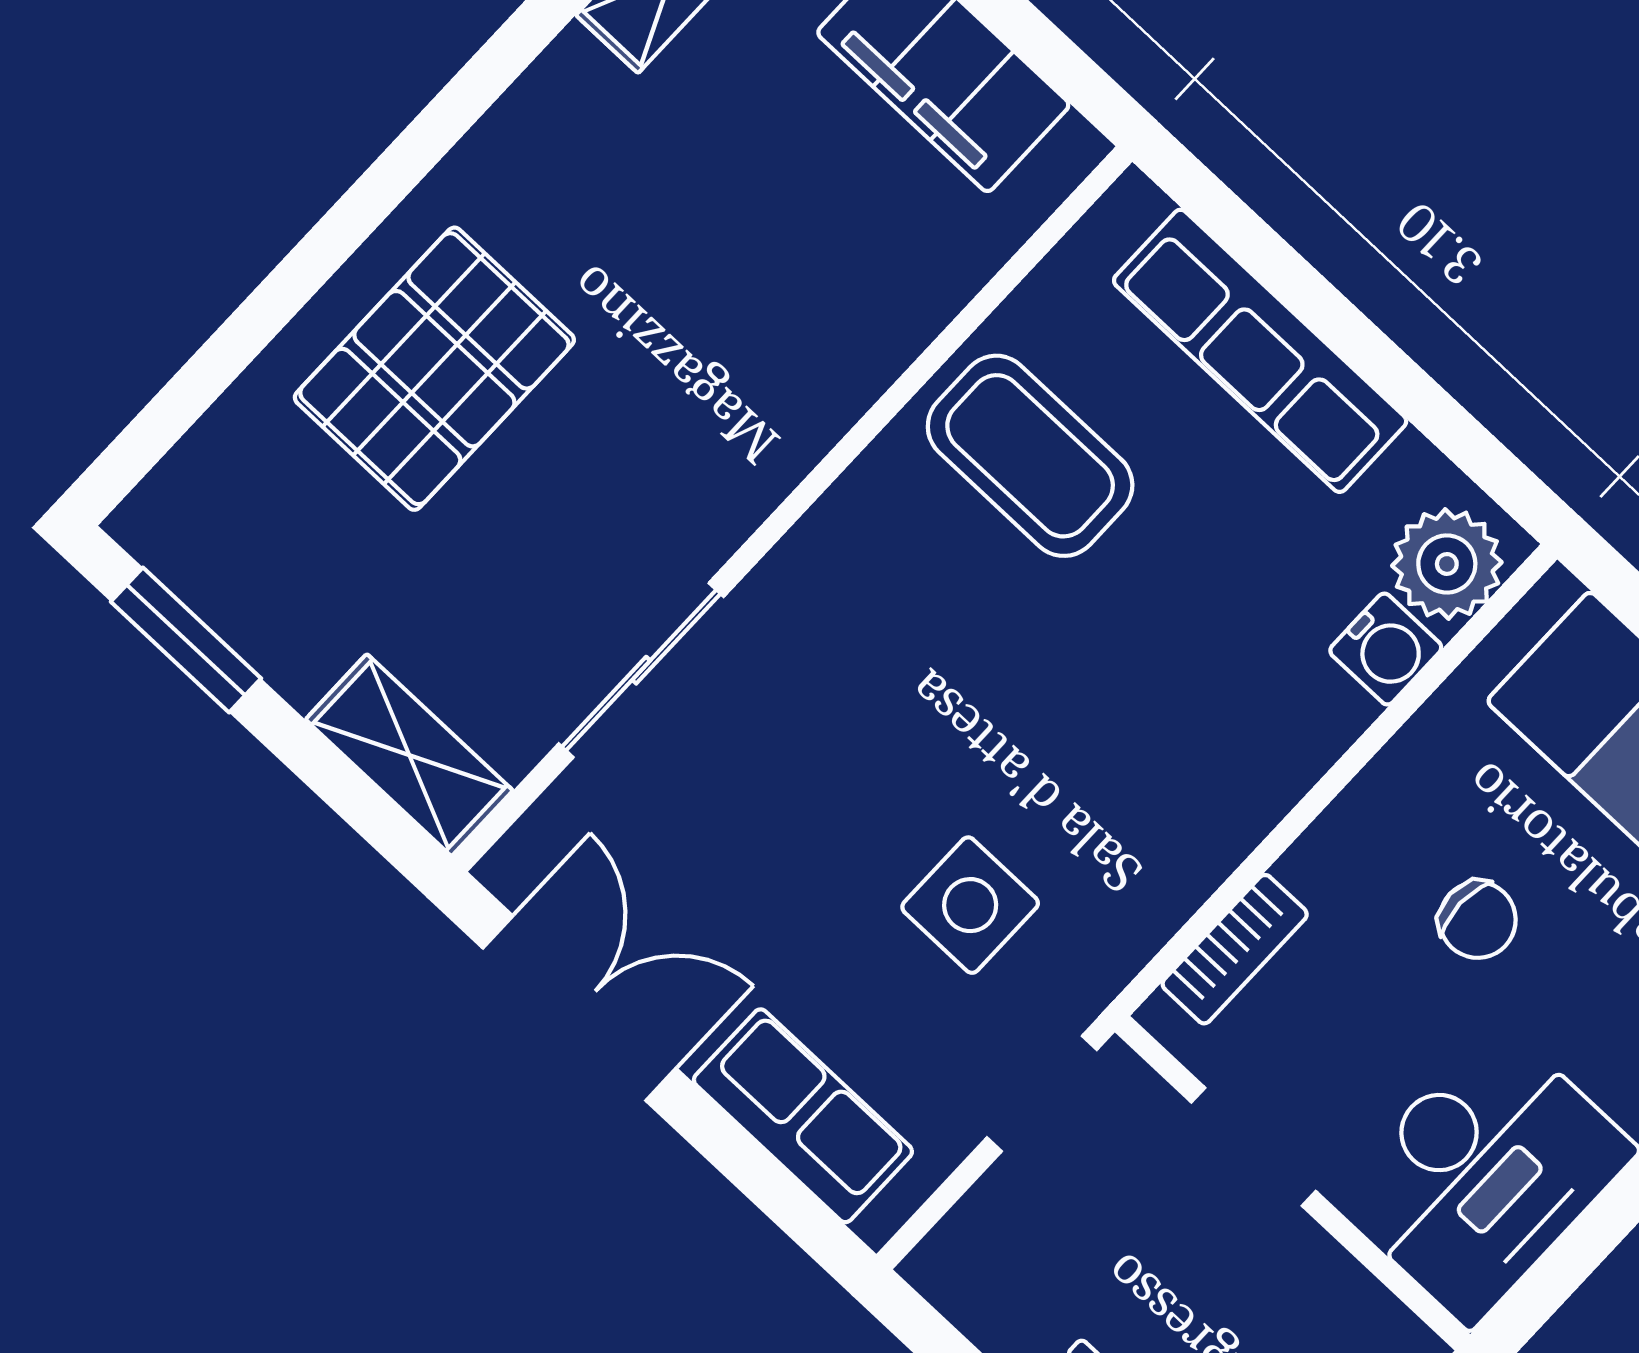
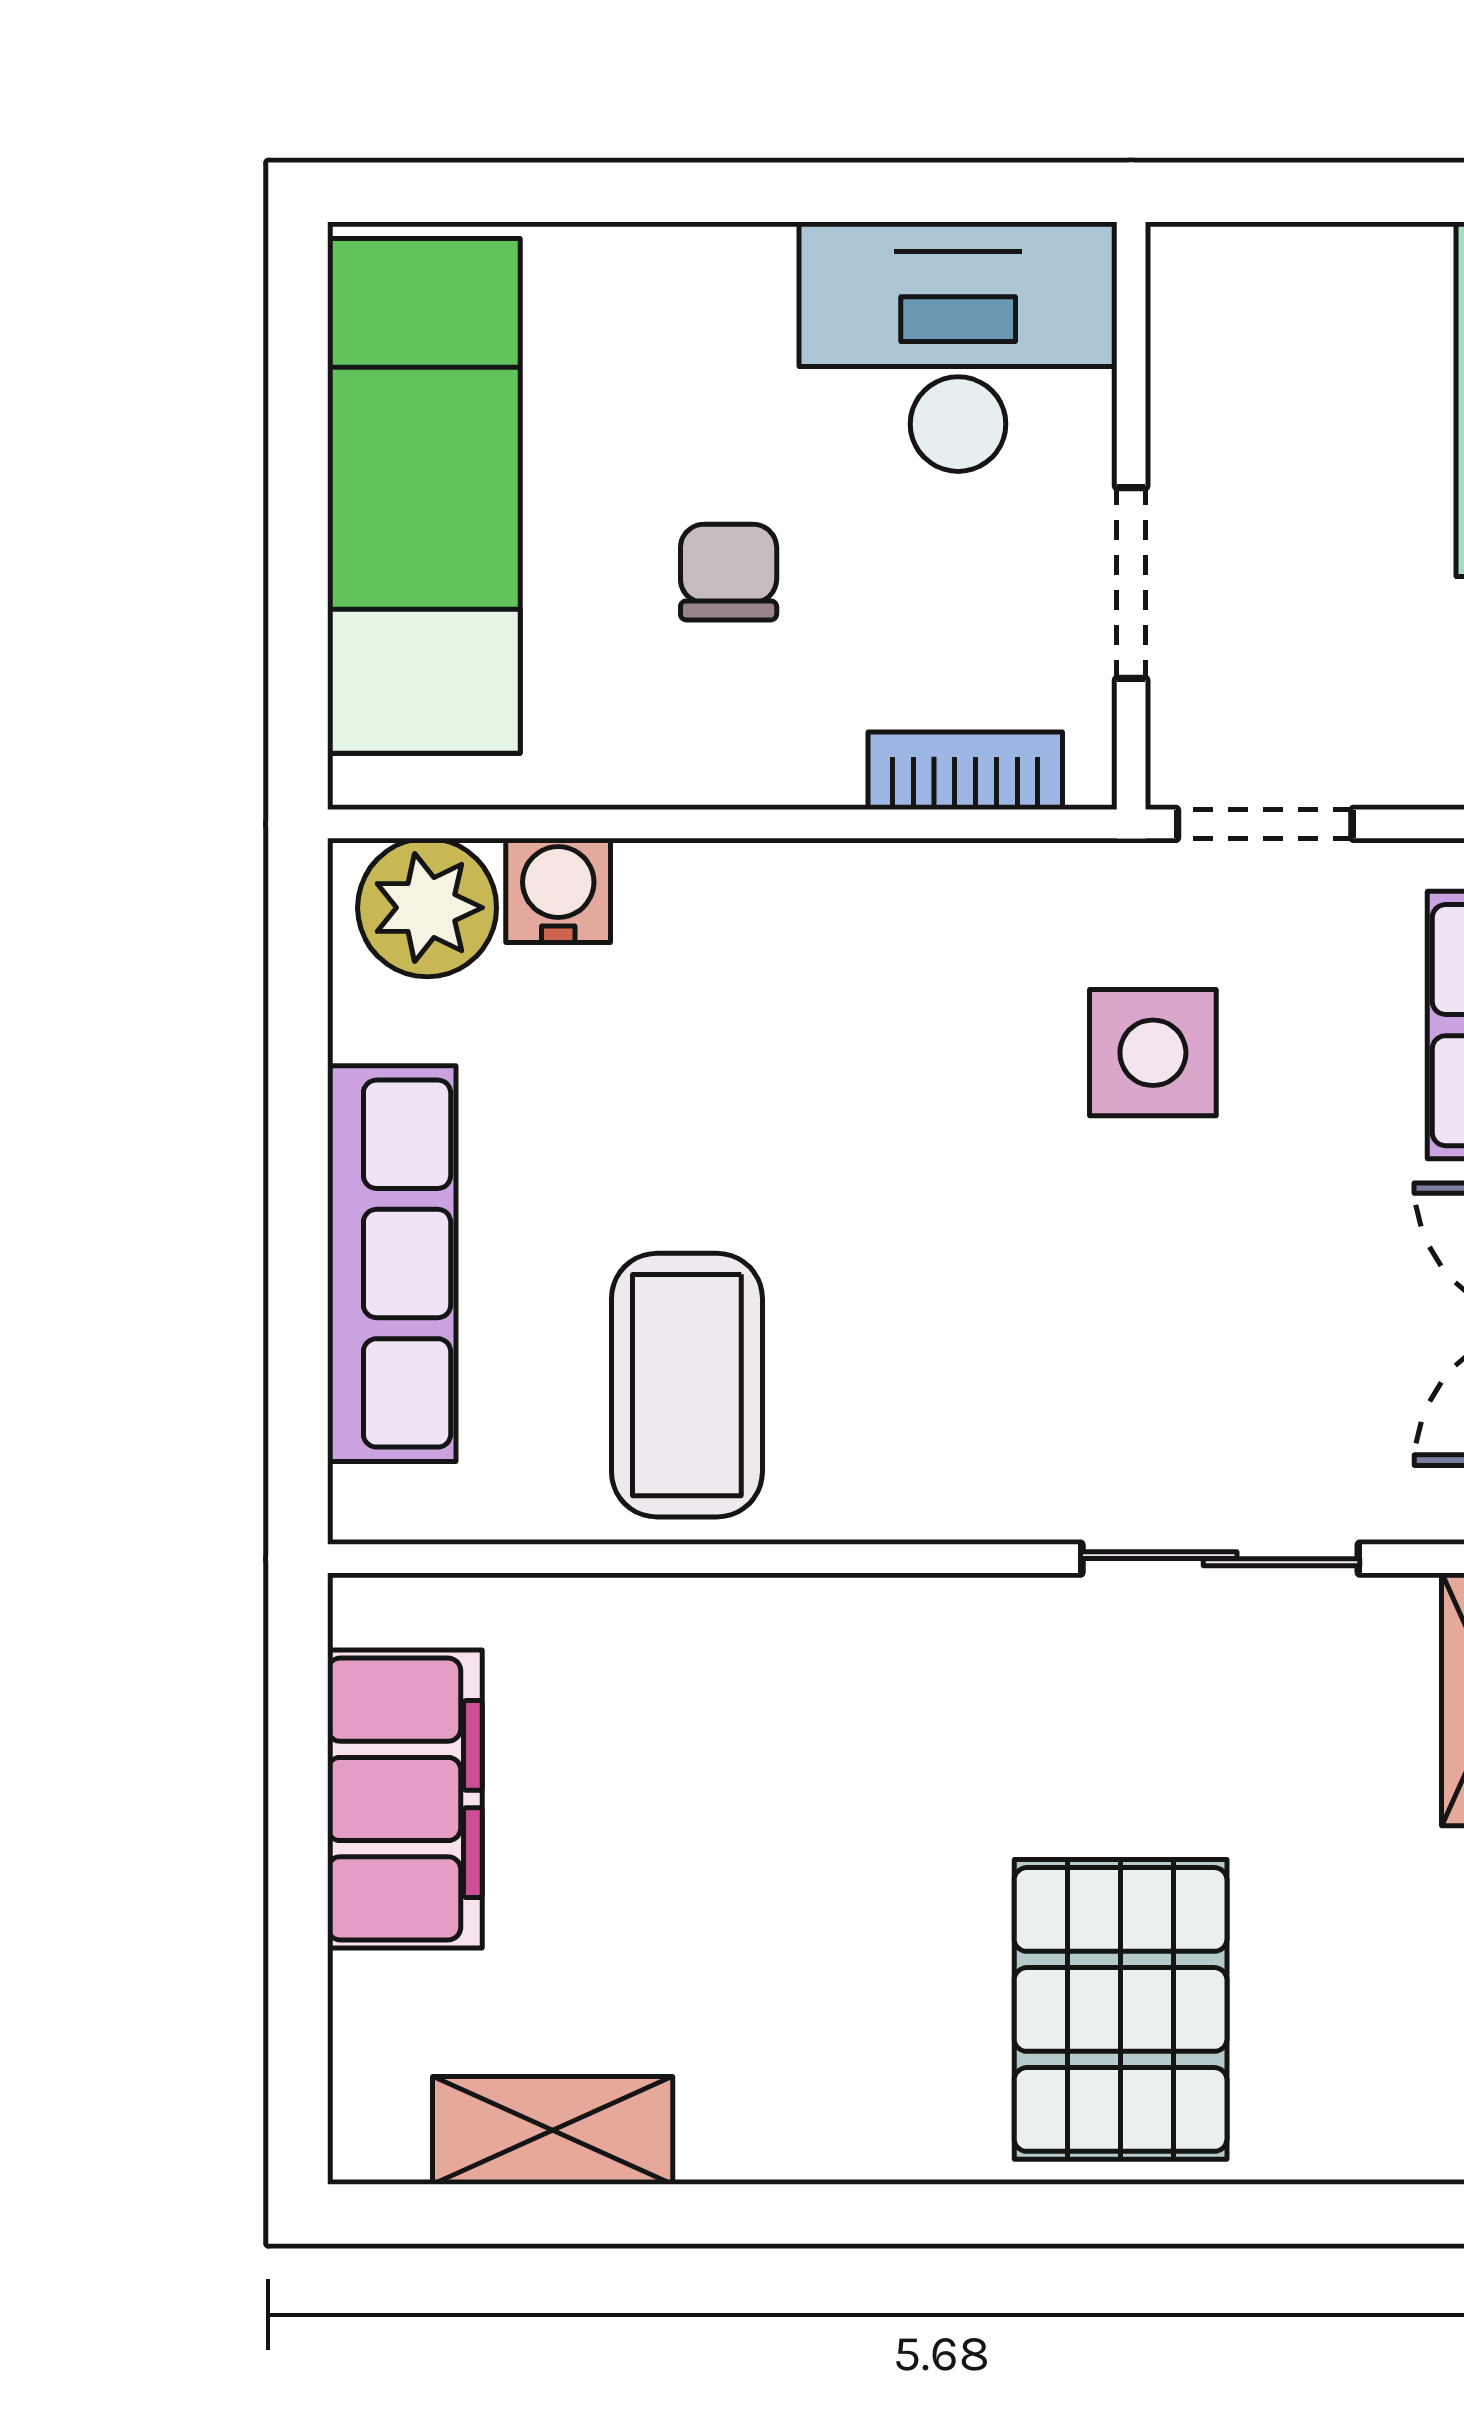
pallet: (434, 369) -> (1121, 2009), turned 90

